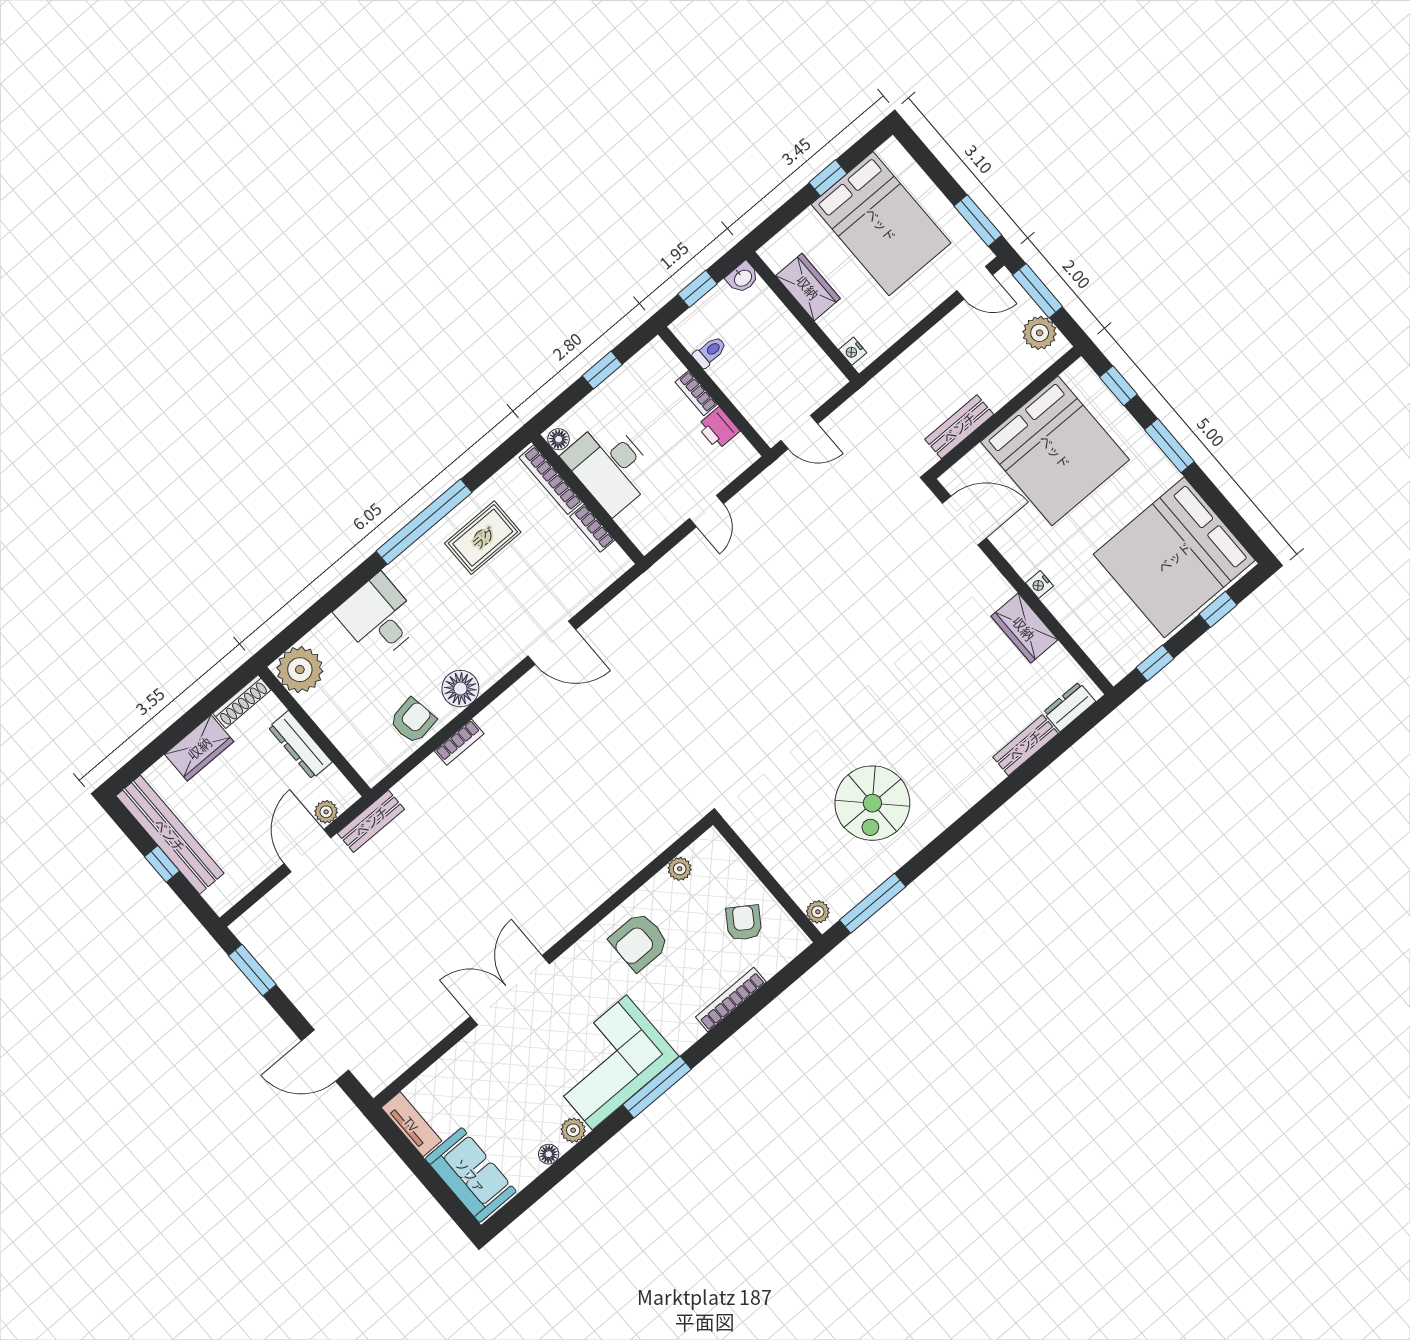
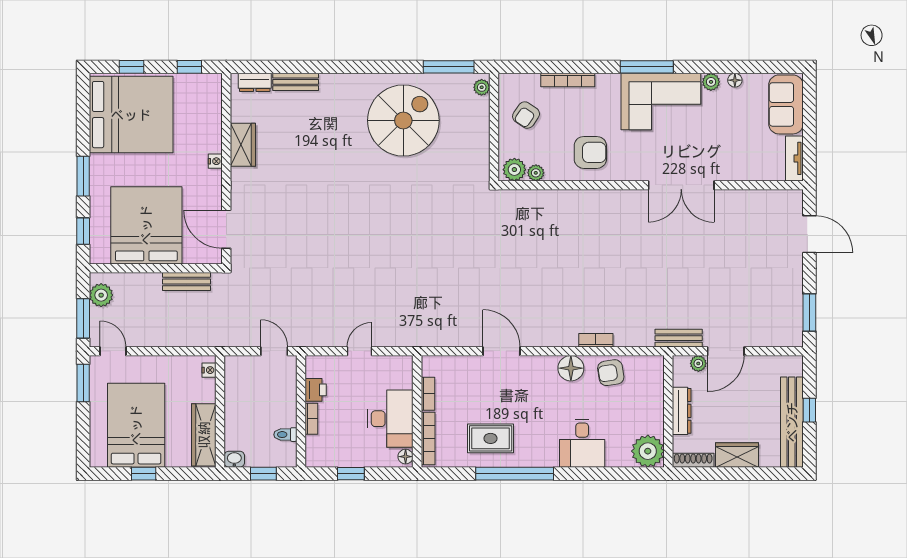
wardrobe: (808, 287) -> (204, 435), width x1.50
spiral stairs: (872, 803) -> (403, 120), width x1.37, depth x1.37
plant: (706, 853) -> (514, 170), added

